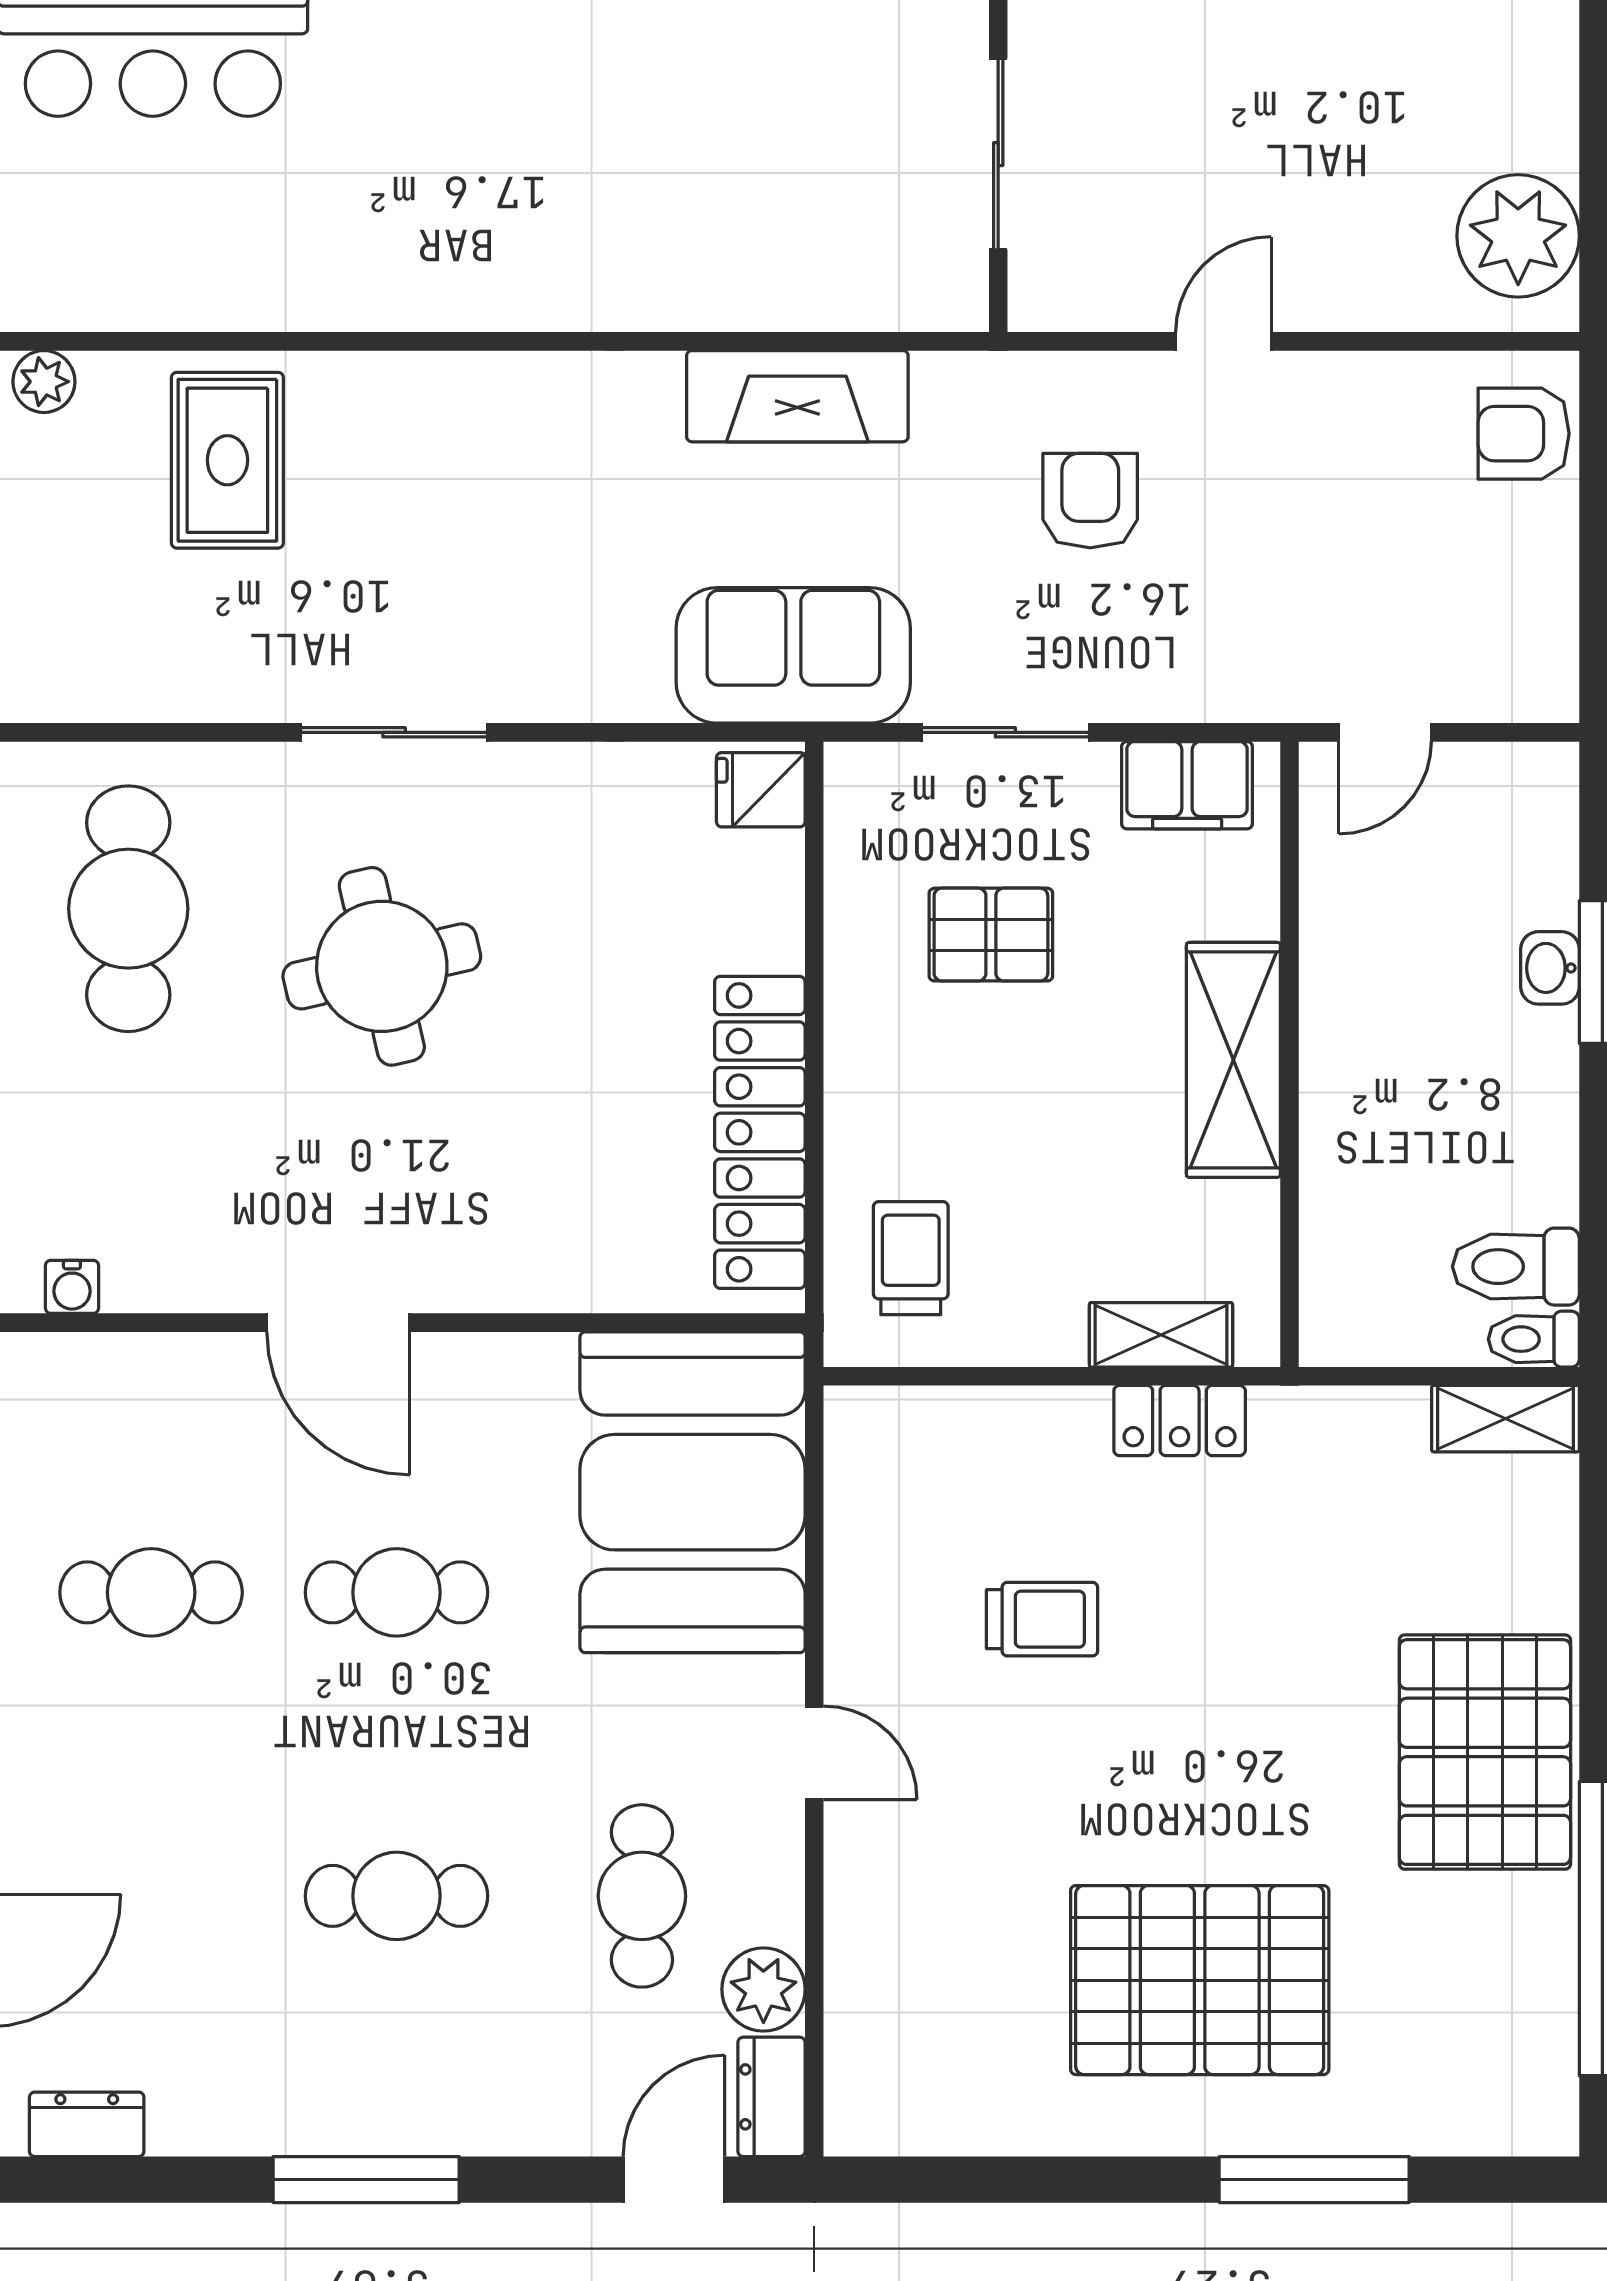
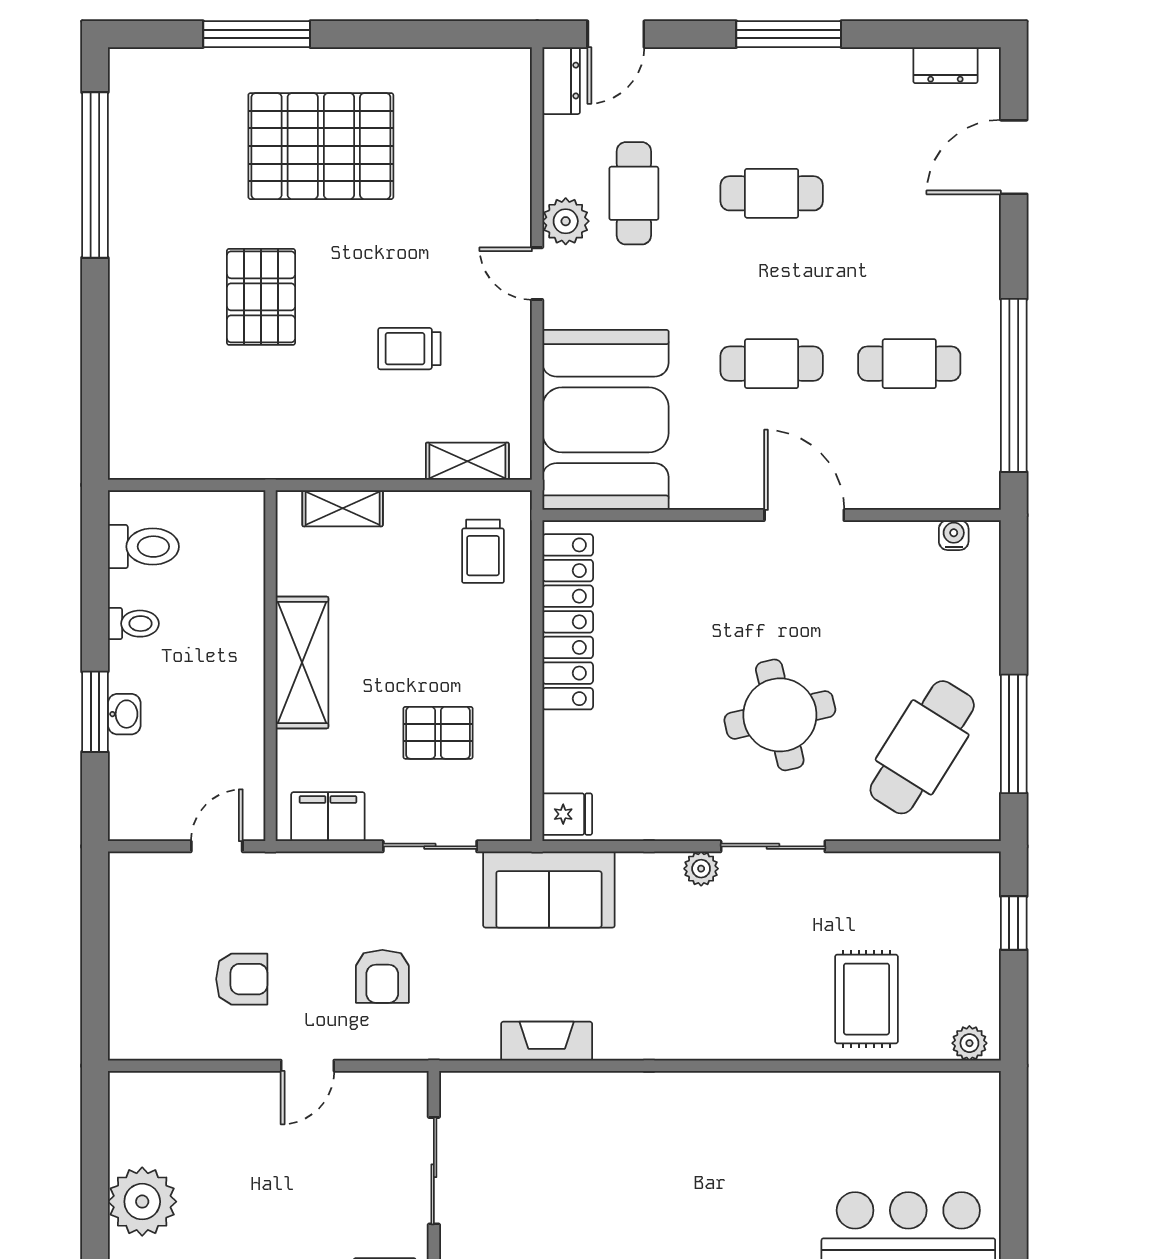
plant: (1518, 236) -> (142, 1202), moved
fireplace: (797, 396) -> (547, 1041), width x0.73, depth x0.76
armchair: (1524, 434) -> (242, 979), moved
plant: (522, 693) -> (701, 869), added
cafe table: (128, 909) -> (922, 747), turned 32
toilet: (1534, 1339) -> (133, 624), moved
shelving: (1505, 1419) -> (467, 461), moved
locker: (1180, 1421) -> (332, 460), removed
pallet: (1485, 1752) -> (261, 297), moved, width x0.73, depth x0.71
plant: (763, 1989) -> (566, 221), moved

